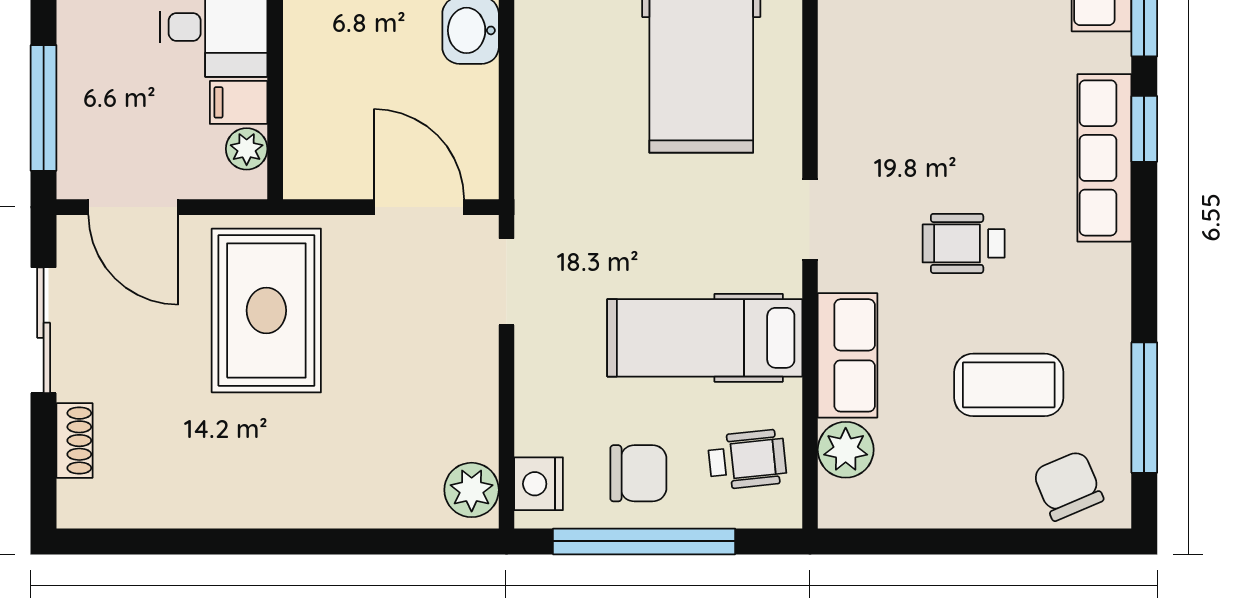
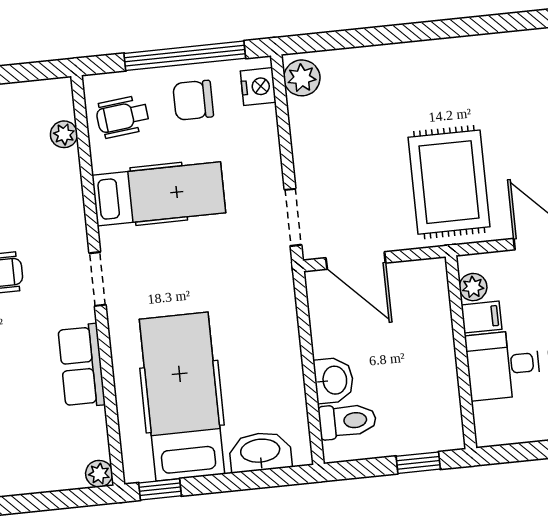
row of seats: (847, 355) -> (82, 366), moved
plant: (846, 450) -> (64, 134), width x0.73, depth x0.73

